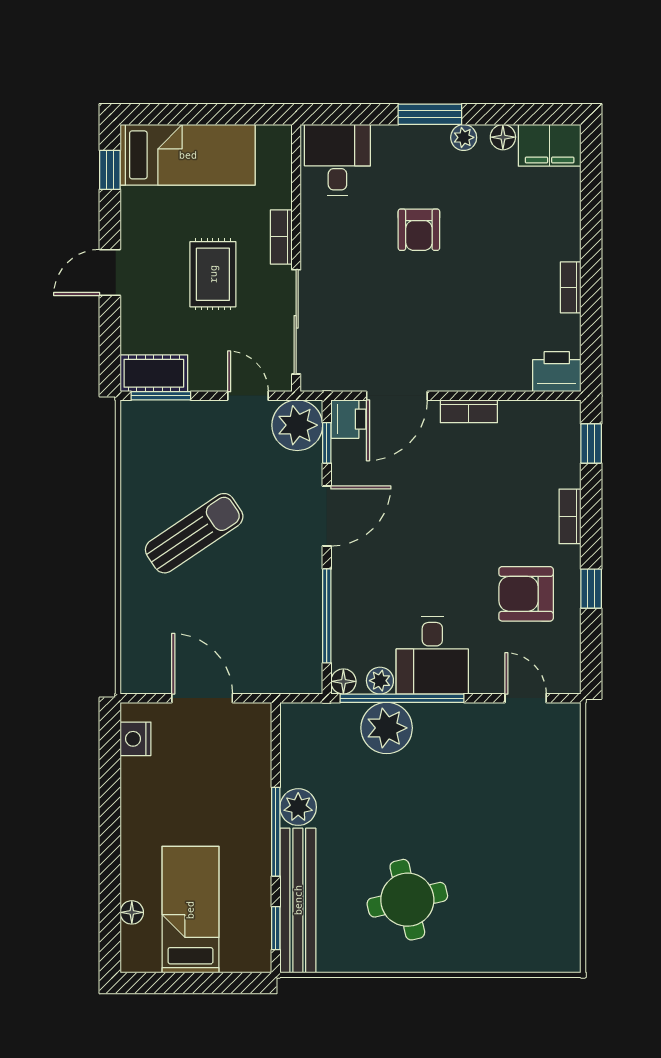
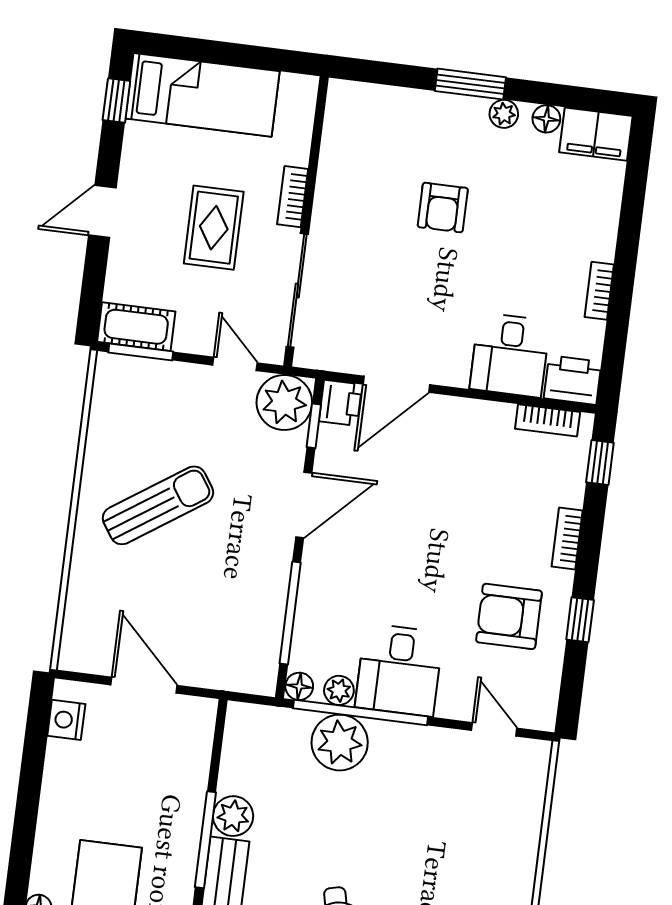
desk: (337, 160) -> (510, 355), moved, turned 180
bookcase: (469, 411) -> (548, 420), moved

